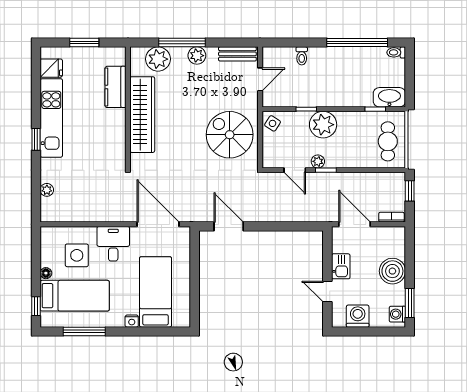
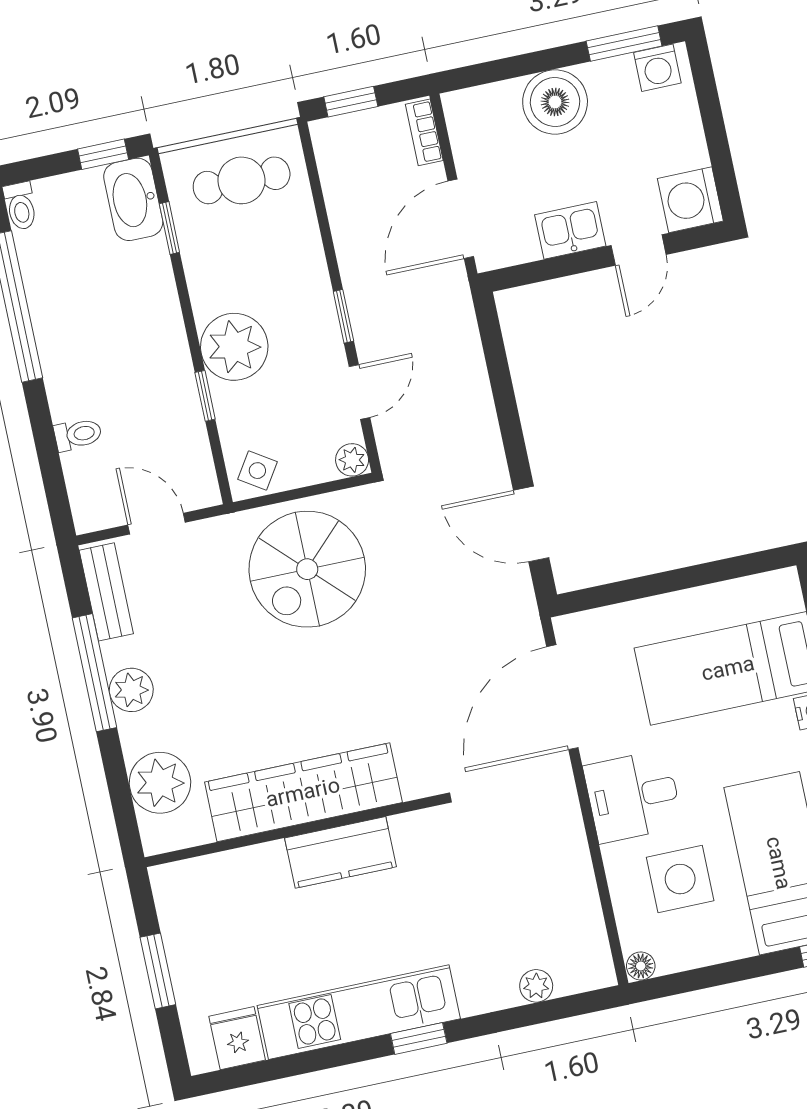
window: (182, 43) -> (94, 673), moved
kitchen counter: (116, 87) -> (340, 852), moved
window: (410, 89) -> (103, 154), added
plant: (318, 161) -> (352, 460), moved
door: (229, 226) -> (531, 524), hinge flipped
floor lamp: (46, 273) -> (641, 966), moved
washing machine: (358, 316) -> (690, 200), moved

